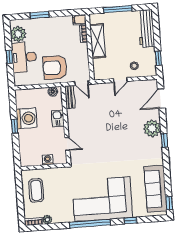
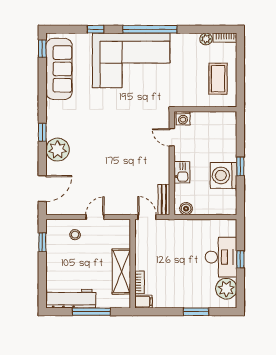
workbench: (146, 28) -> (71, 299), moved, turned -90
armchair: (55, 68) -> (181, 240), removed
washing machine: (48, 160) -> (183, 118), moved

